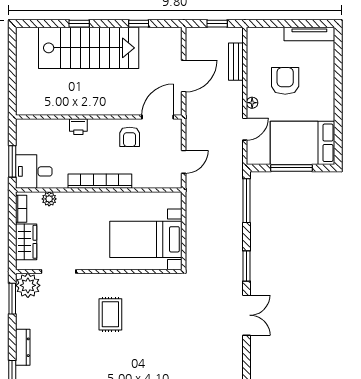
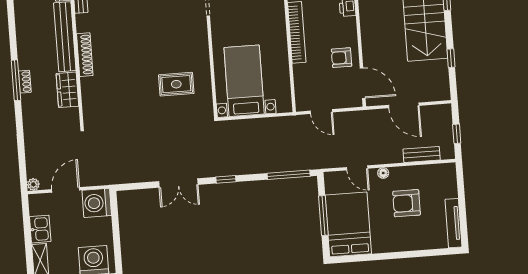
armchair: (285, 81) -> (407, 203), turned 180
window: (246, 266) -> (226, 179), width x0.67
rug: (110, 314) -> (176, 84), moved

